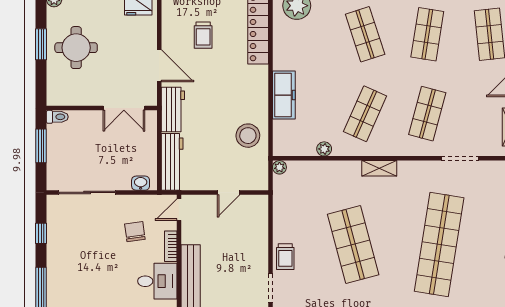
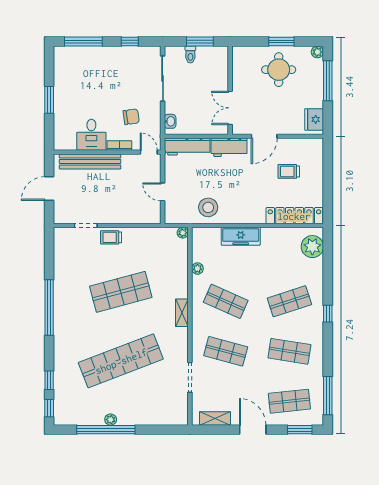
toilet: (57, 117) -> (190, 54), moved
shop shelf: (439, 245) -> (121, 361), turned -30

